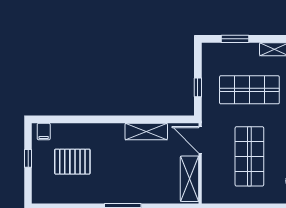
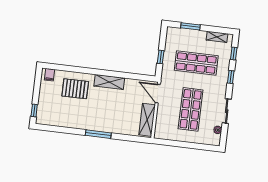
shelving: (146, 132) -> (109, 82), moved
window: (28, 158) -> (34, 110), moved
pallet: (72, 162) -> (75, 89), moved

